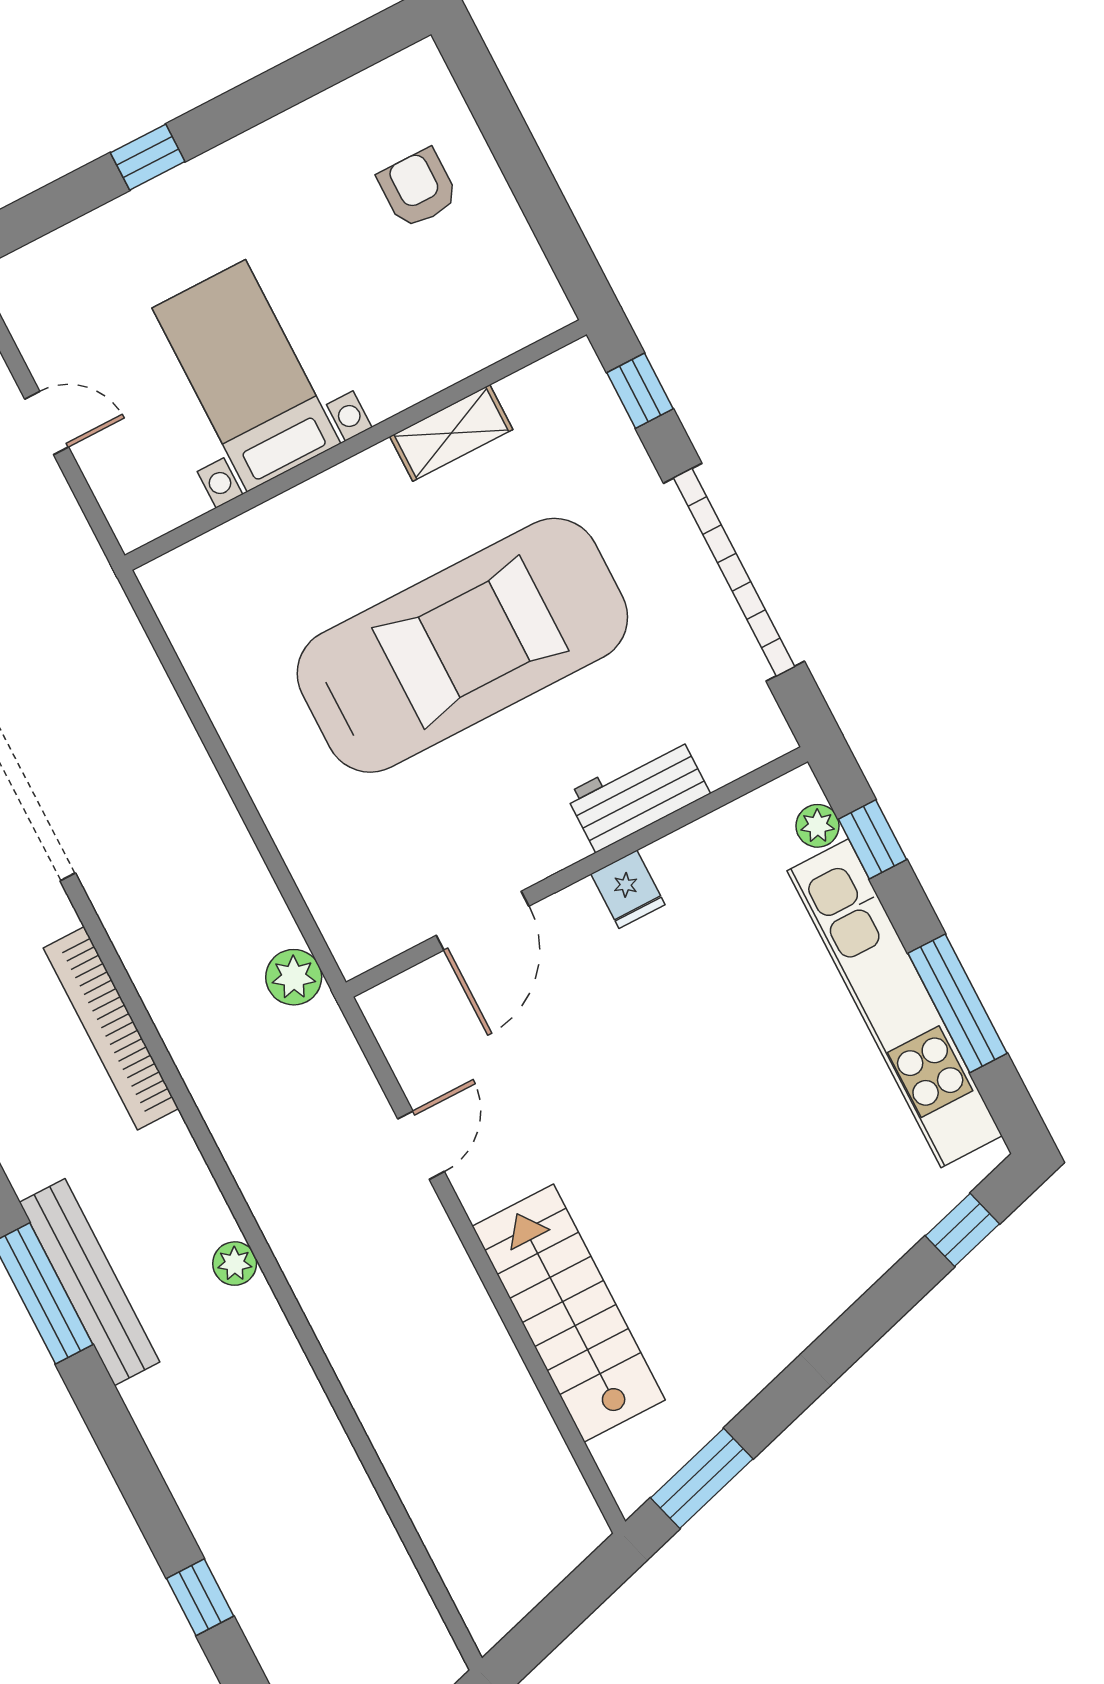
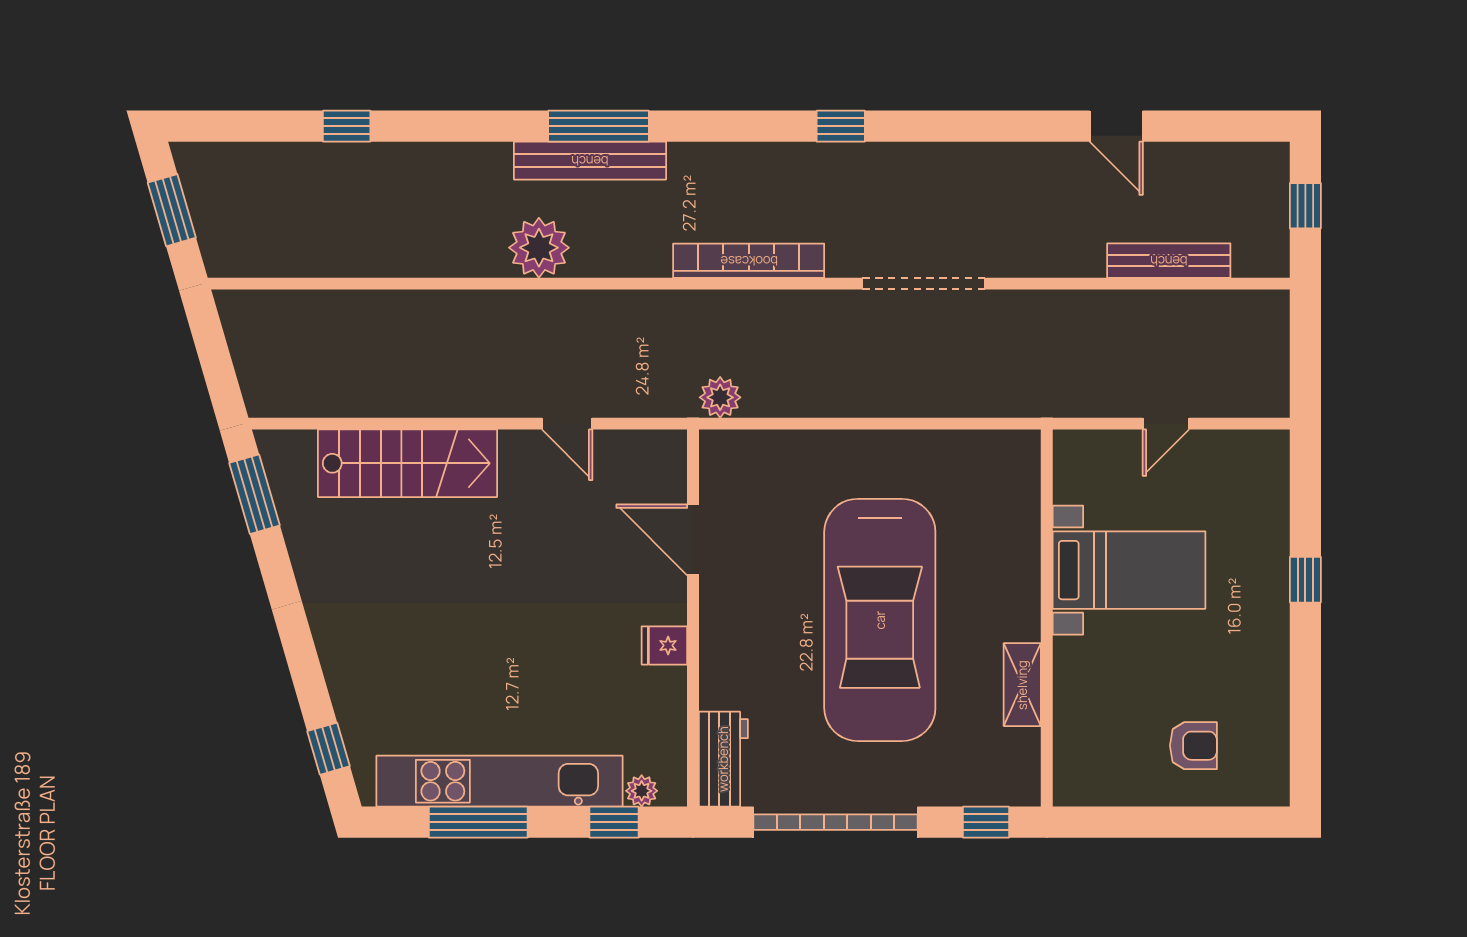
workbench: (638, 794) -> (723, 759), moved
plant: (235, 1264) -> (539, 248), width x1.88, depth x1.88

